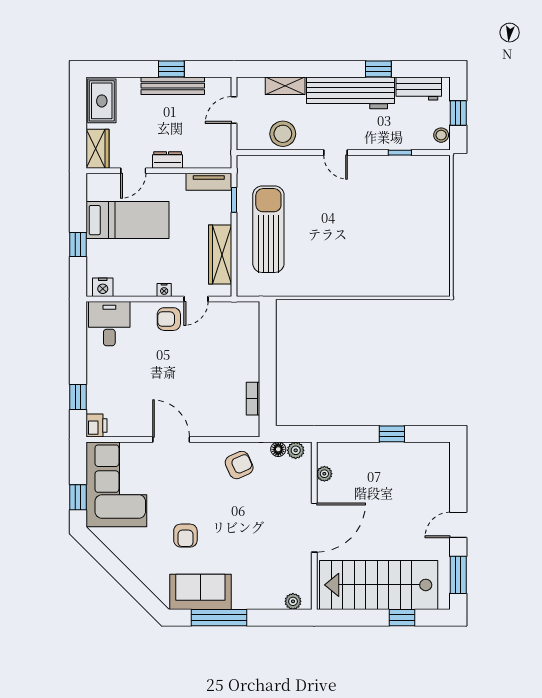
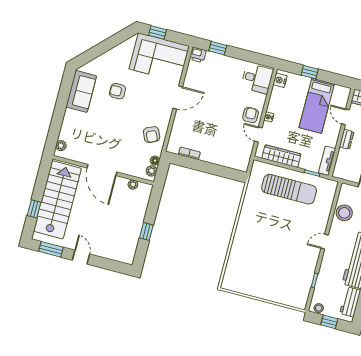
window: (219, 618) -> (63, 99), removed

